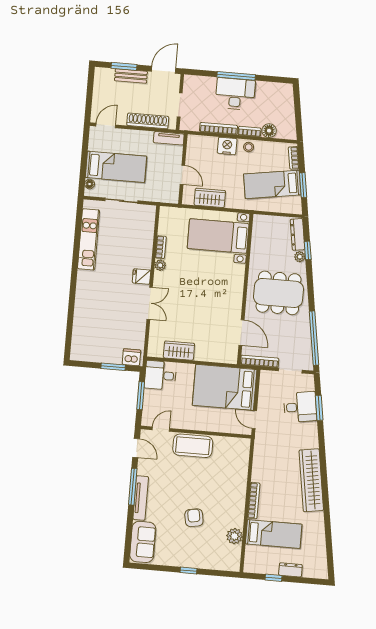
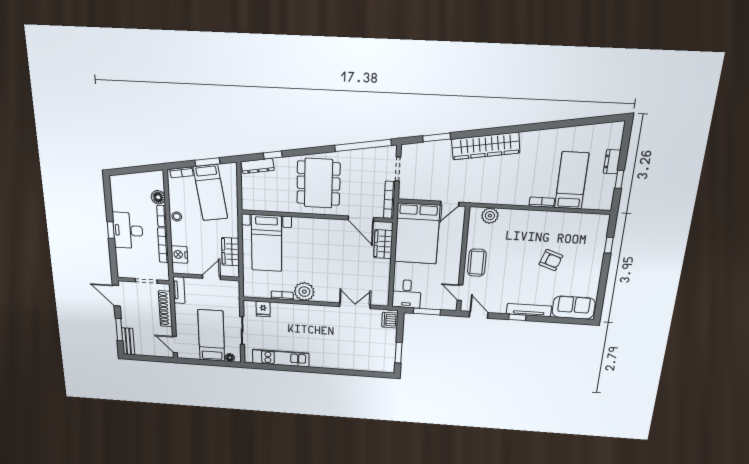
bench: (131, 76) -> (128, 341), moved
window: (236, 76) -> (111, 230), width x0.46
nightstand: (227, 146) -> (179, 255), moved
plant: (300, 257) -> (280, 163), removed
plant: (160, 265) -> (304, 292), width x1.88, depth x1.88
fridge: (142, 277) -> (263, 309), moved
double door: (150, 303) -> (355, 306), moved
door: (241, 333) -> (361, 219), swing flipped
wardrobe: (179, 351) -> (383, 244), moved
window: (113, 367) -> (398, 353), moved
desk: (300, 407) -> (436, 157), removed
coffee table: (193, 446) -> (477, 263), width x0.73, depth x0.76
door: (136, 448) -> (479, 315), hinge flipped
wardrobe: (311, 480) -> (486, 146), moved
window: (133, 487) -> (517, 317), width x0.46
bookcase: (254, 501) -> (542, 202), width x0.64
armchair: (194, 518) -> (551, 260), turned -151
plant: (234, 536) -> (490, 216), moved
window: (188, 570) -> (609, 245), moved

